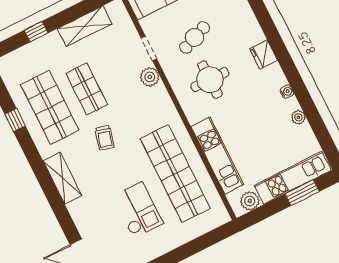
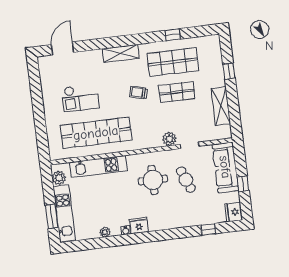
fridge: (264, 54) -> (139, 226), moved

